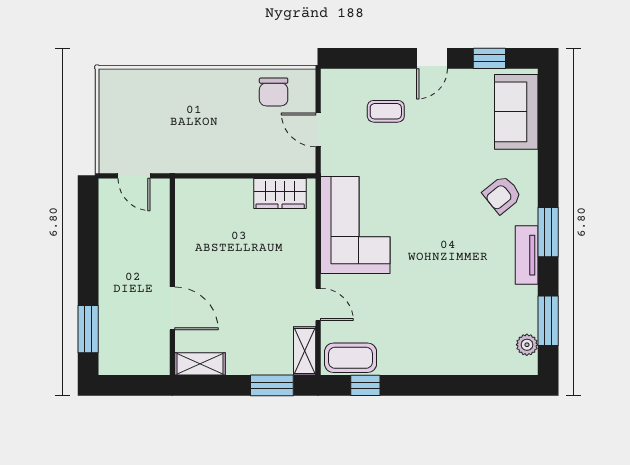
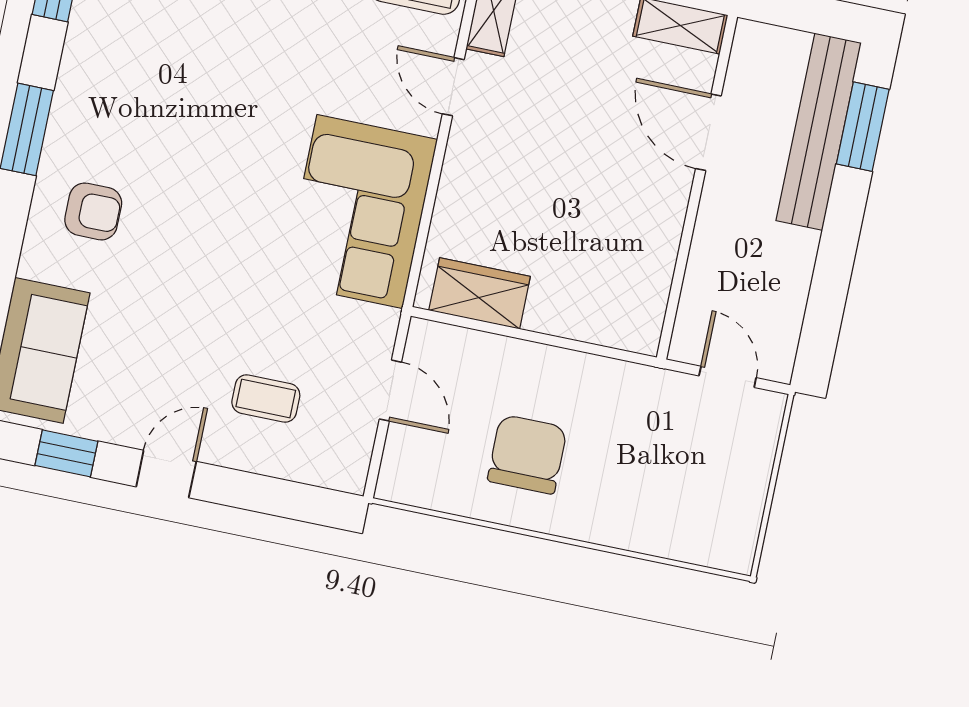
chair: (274, 92) -> (527, 454), moved, width x1.37, depth x1.37
armchair: (502, 195) -> (93, 211), turned 39
tv unit: (527, 255) -> (72, 97), removed
bench: (112, 321) -> (819, 132), added

